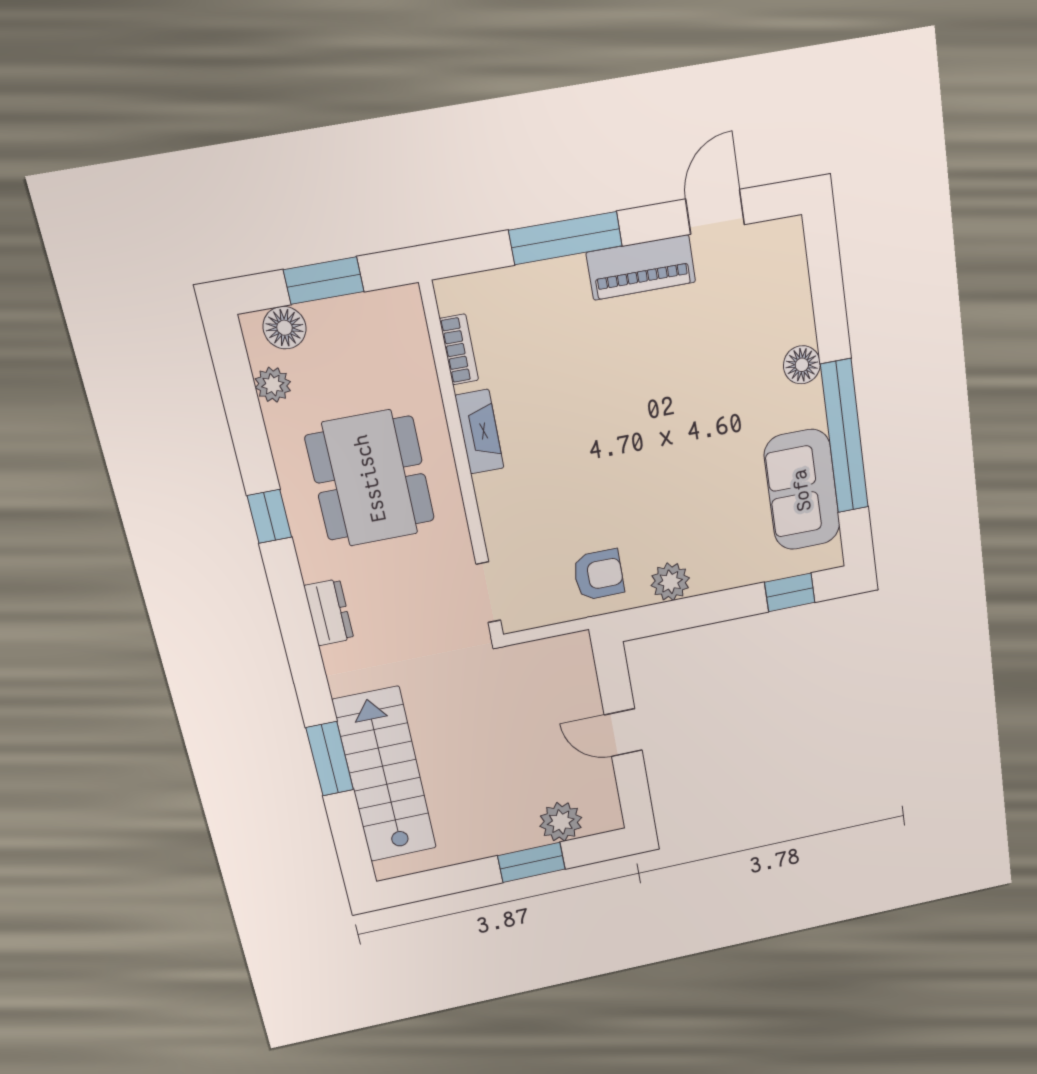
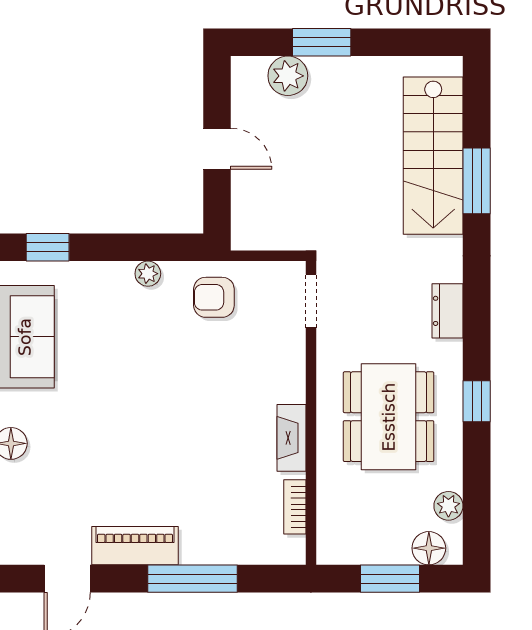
plant: (670, 582) -> (148, 274), width x0.73, depth x0.73

